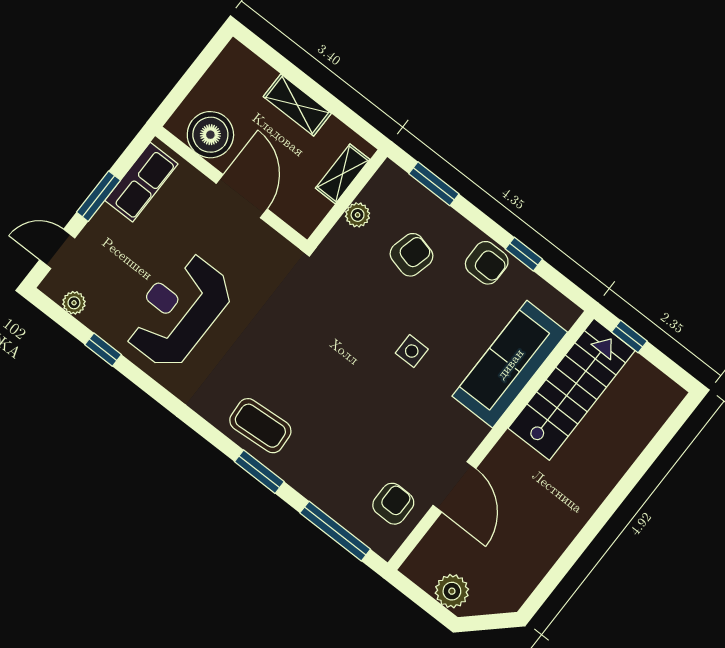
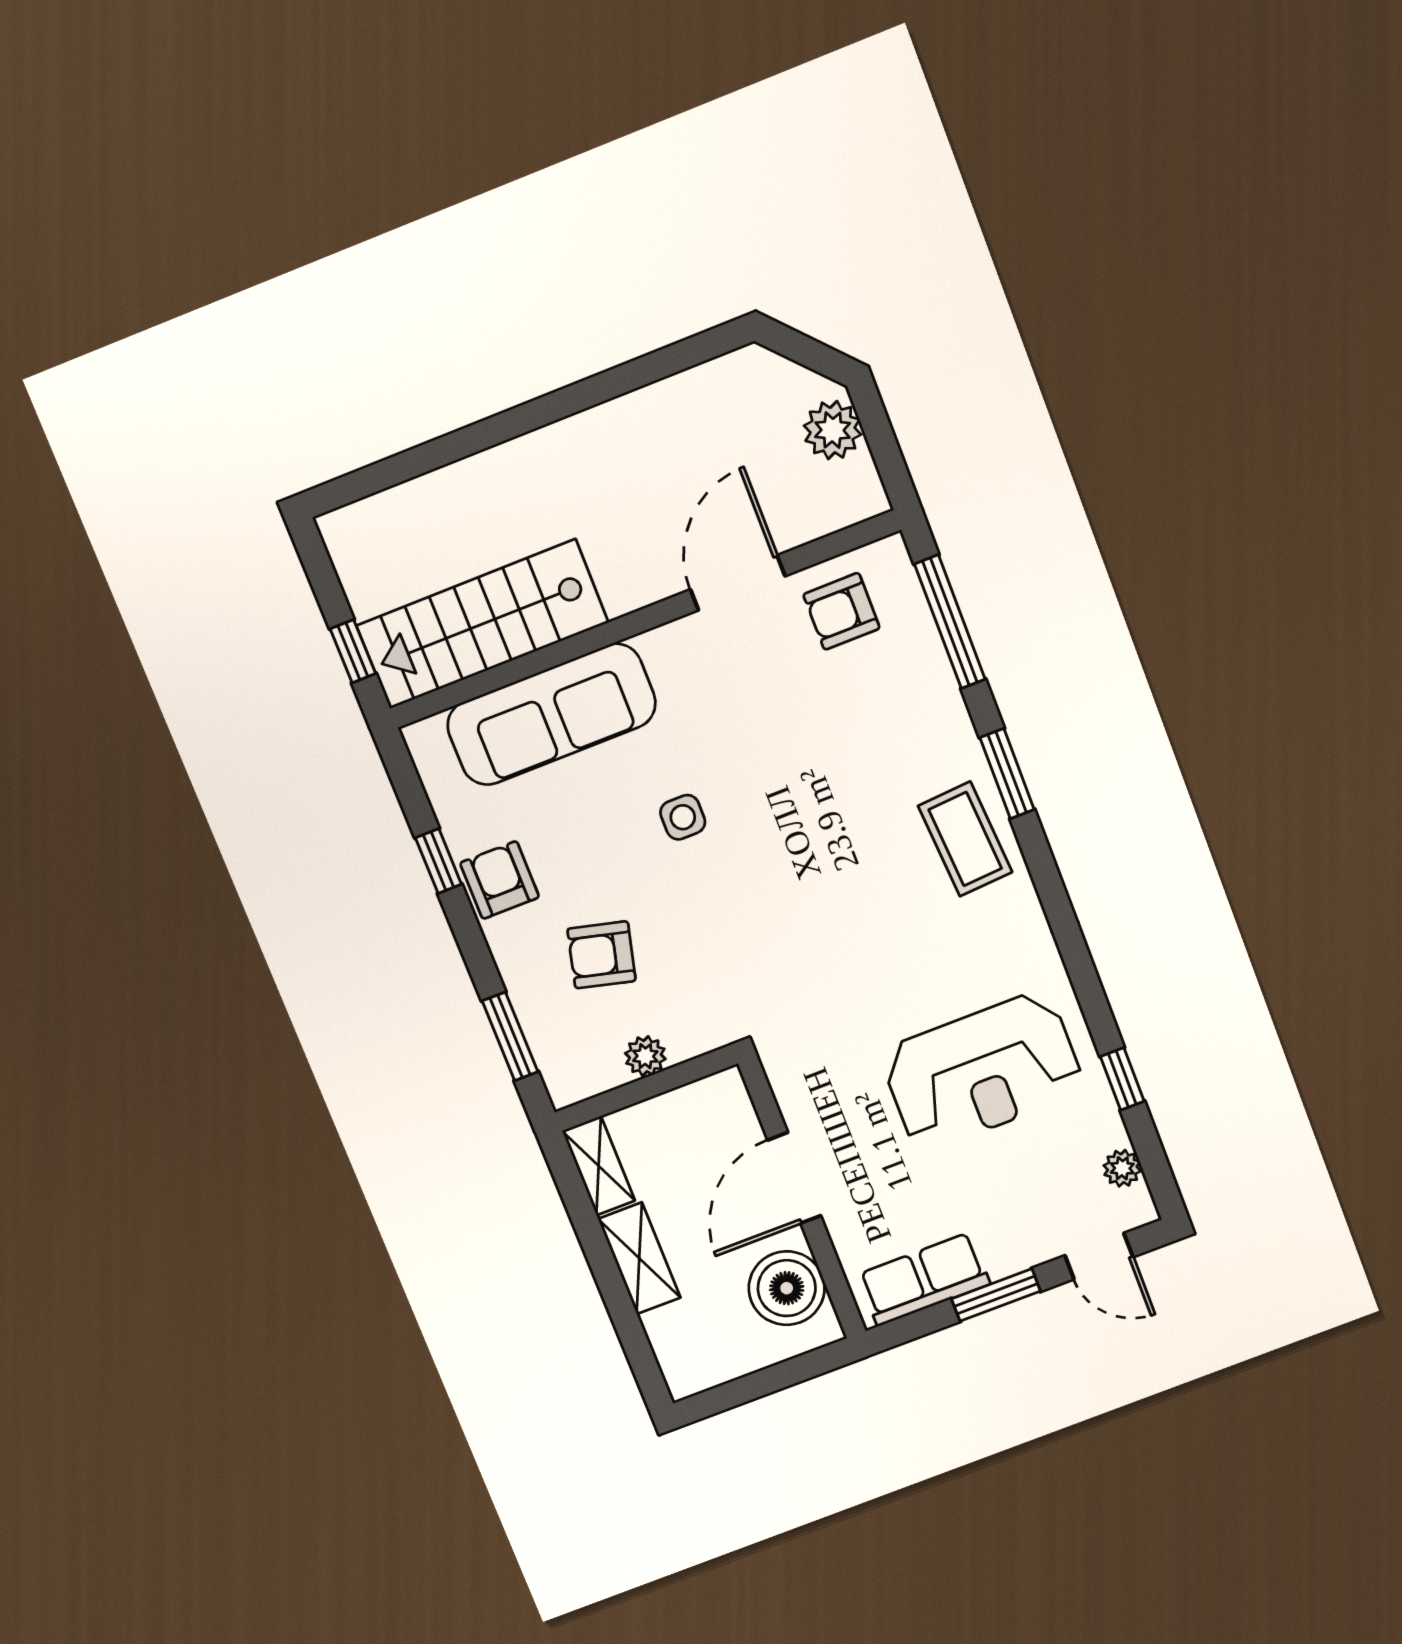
shelving: (343, 174) -> (599, 1166), moved, turned 90

